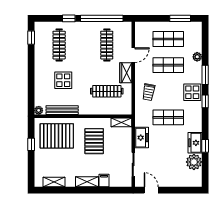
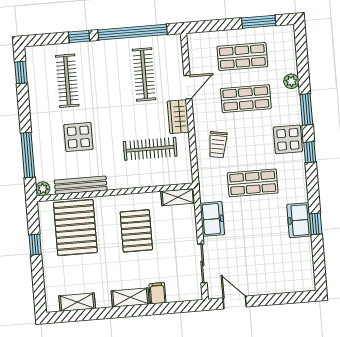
window: (31, 89) -> (28, 155), added
pallet: (57, 136) -> (75, 227), turned 90
plant: (194, 162) -> (300, 251), removed

